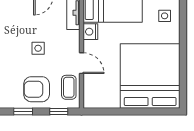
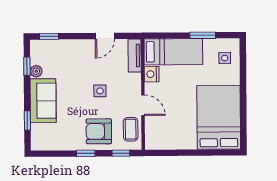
bed: (150, 76) -> (219, 117), width x0.73

